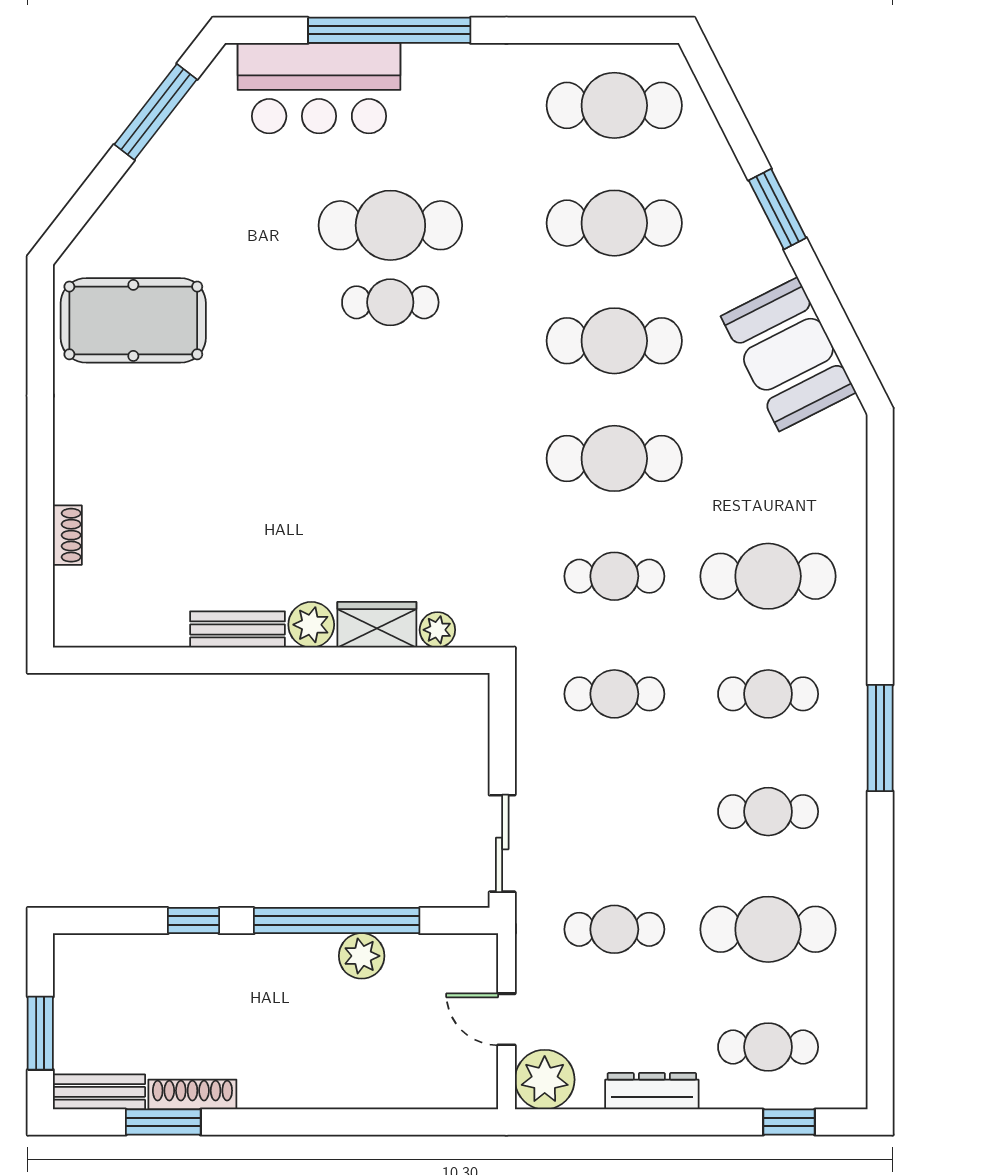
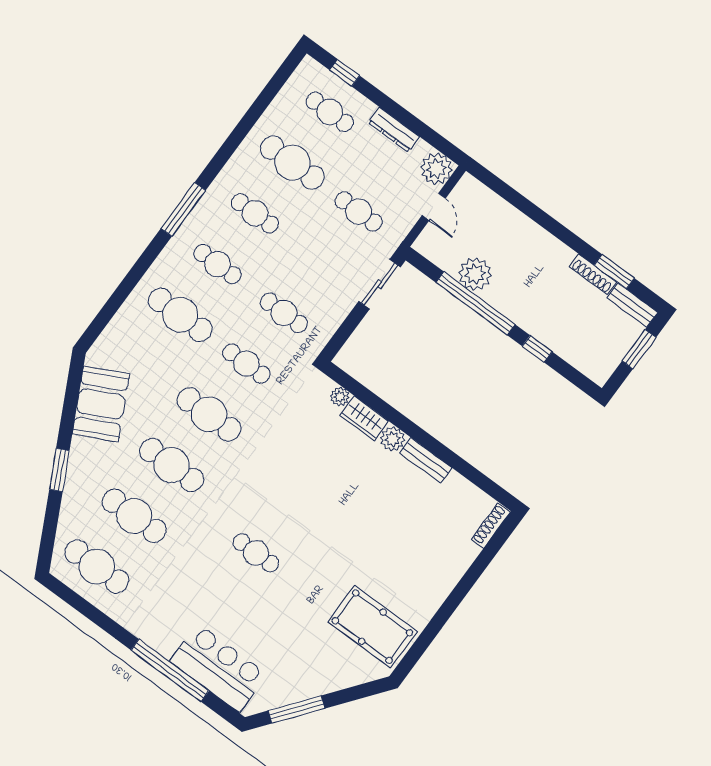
cafe table: (390, 225) -> (231, 586), removed
shoe rack: (67, 535) -> (491, 526), moved, width x1.43
plant: (362, 956) -> (475, 274), width x1.36, depth x1.36

